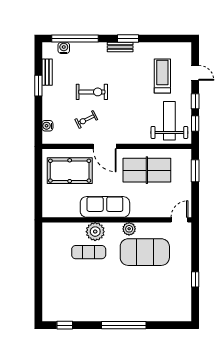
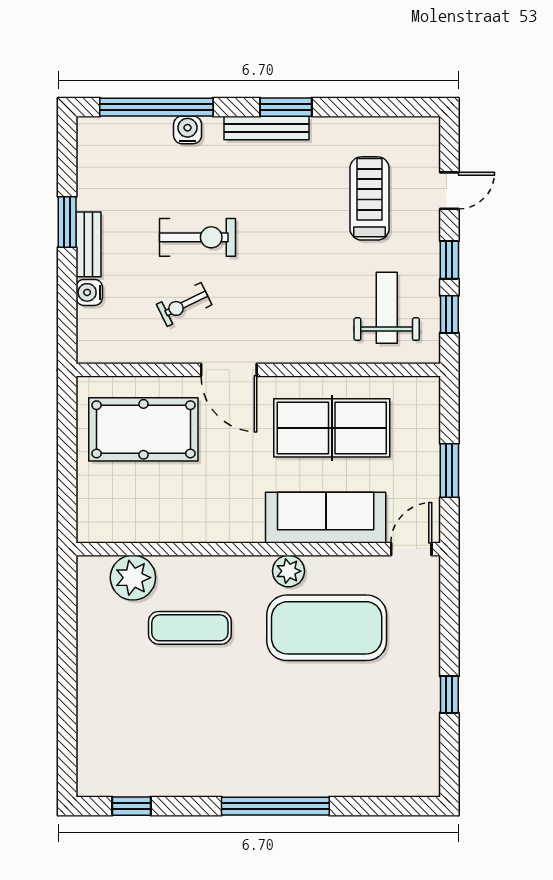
bench: (120, 47) -> (267, 128), width x1.36
water cooler: (64, 48) -> (188, 130), moved
bench: (47, 72) -> (88, 244), moved
door: (195, 73) -> (449, 191), hinge flipped
weight bench: (169, 121) -> (387, 308), width x0.73, depth x0.75
water cooler: (47, 126) -> (89, 292), moved
window: (195, 171) -> (449, 471), moved
sofa: (105, 207) -> (326, 518), moved
plant: (95, 232) -> (133, 578), moved

